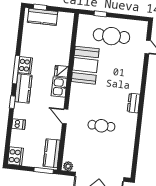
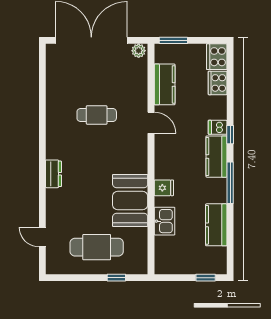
kitchen counter: (43, 17) -> (216, 225), moved, turned -90
cooker: (25, 65) -> (218, 83), moved
kitchen sink: (59, 87) -> (165, 221), moved
dresser: (134, 103) -> (53, 174), moved
dishwasher: (19, 124) -> (218, 127), moved
kitchen counter: (52, 153) -> (165, 84), moved

